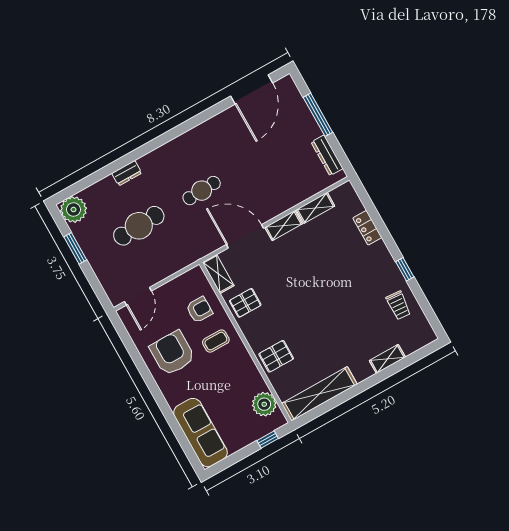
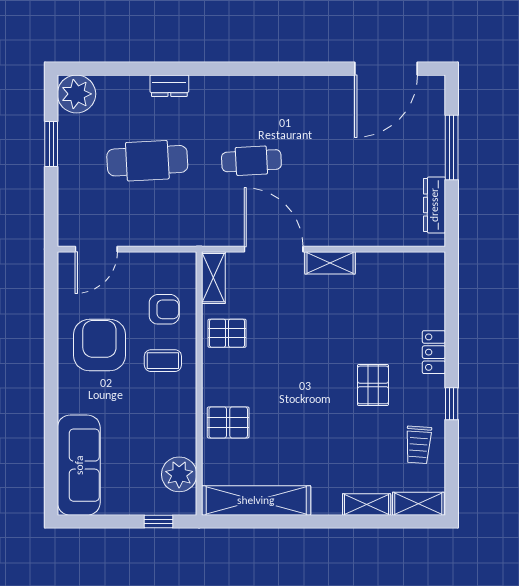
shelving: (315, 208) -> (418, 504), moved
locker: (367, 228) -> (434, 352), moved
pallet: (351, 285) -> (373, 385), added

